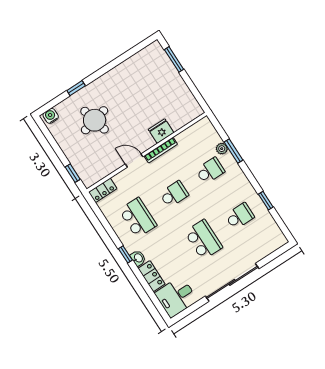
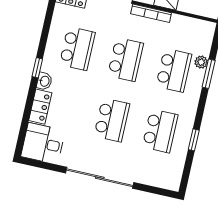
school desk: (210, 171) -> (174, 70), width x1.85
school desk: (174, 194) -> (125, 59), width x1.85
school desk: (240, 216) -> (160, 131), width x1.85

